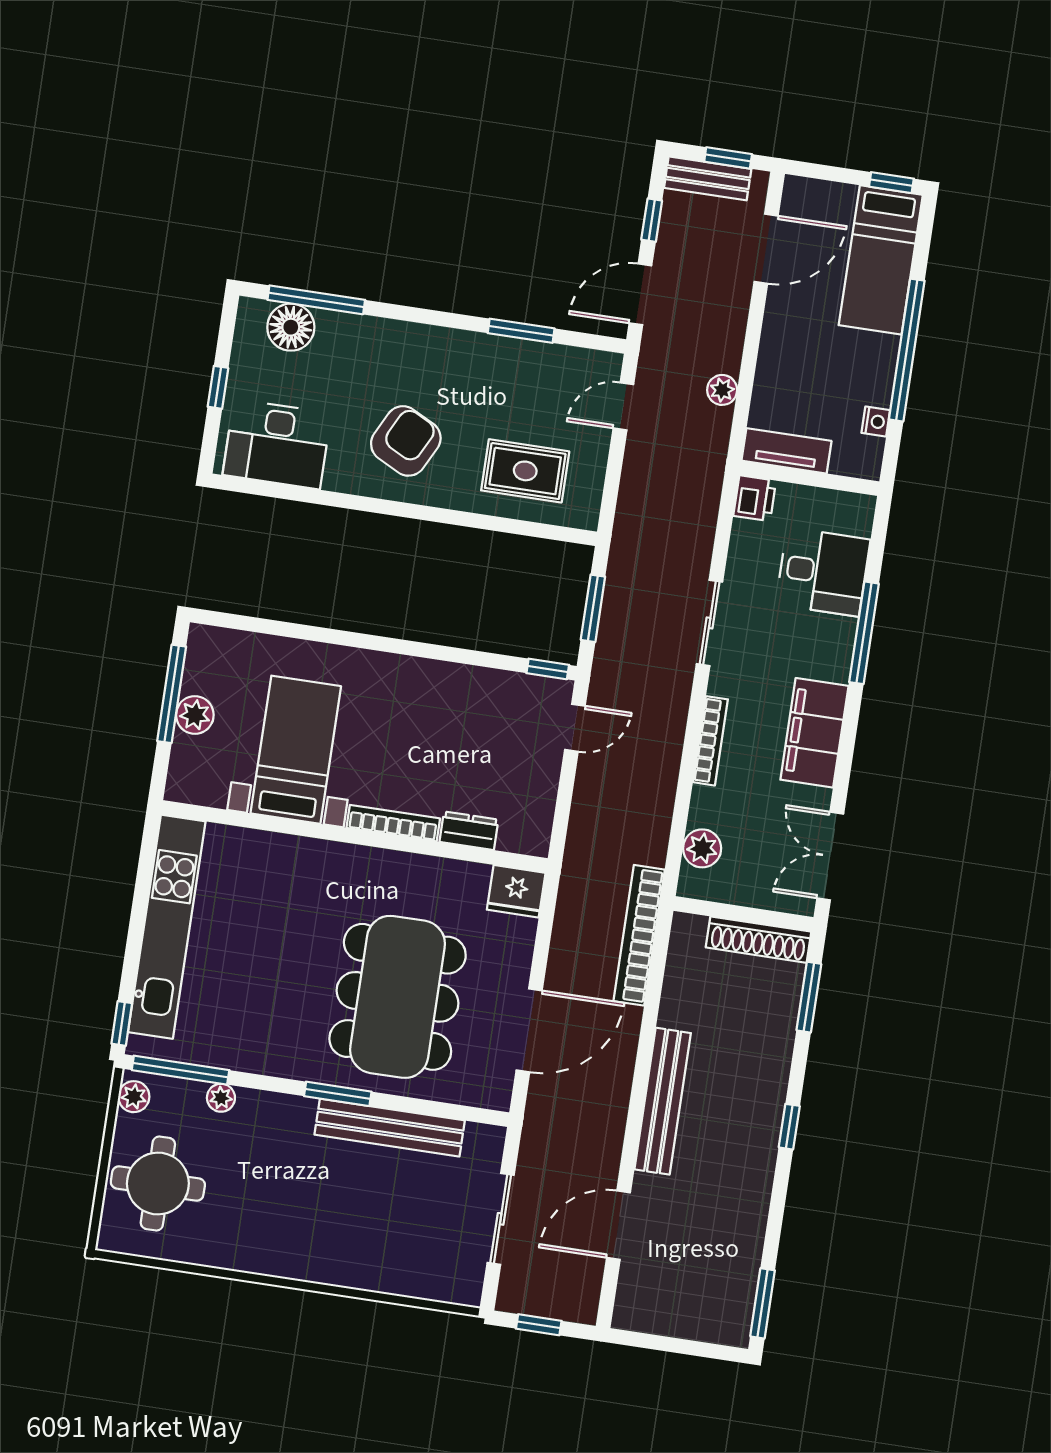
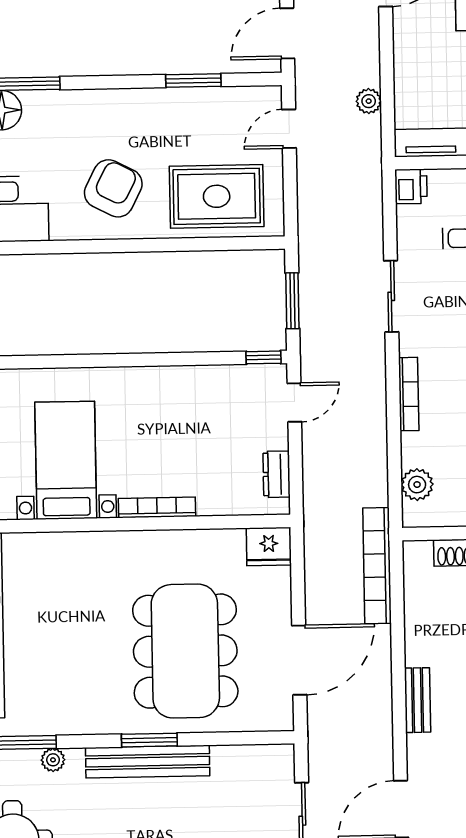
rug: (525, 471) -> (217, 196), width x1.36, depth x1.43
dresser: (469, 831) -> (276, 474), moved, turned -90
bench: (663, 1101) -> (418, 700), width x0.54, depth x0.82
bench: (390, 1128) -> (148, 762), moved

